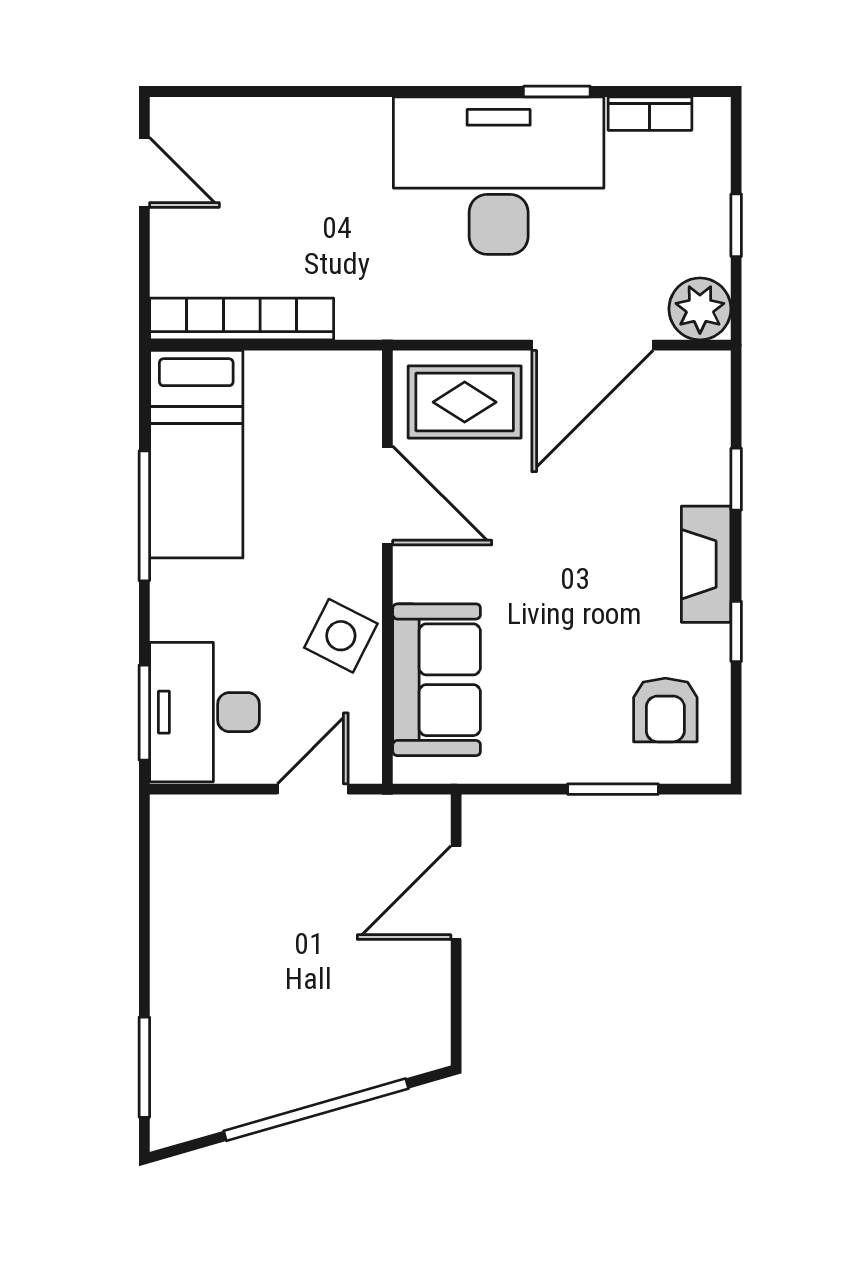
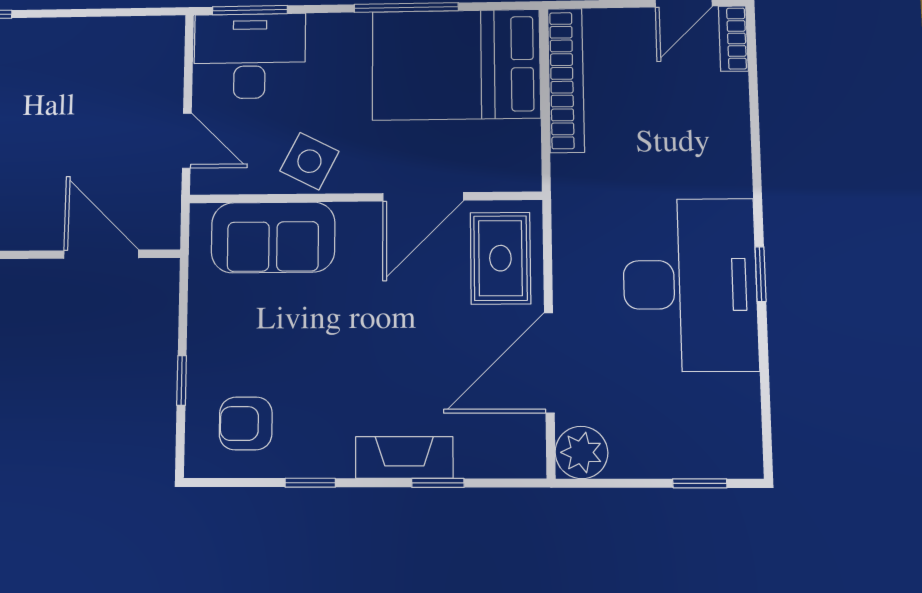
window: (557, 91) -> (761, 274), moved
bookcase: (650, 114) -> (733, 39), moved
window: (736, 225) -> (700, 483), moved
door: (592, 345) -> (549, 363), hinge flipped
bed: (196, 454) -> (456, 65), width x1.50
fireplace: (706, 564) -> (404, 458), moved
window: (613, 789) -> (182, 380), width x0.67

